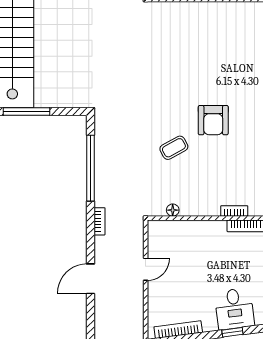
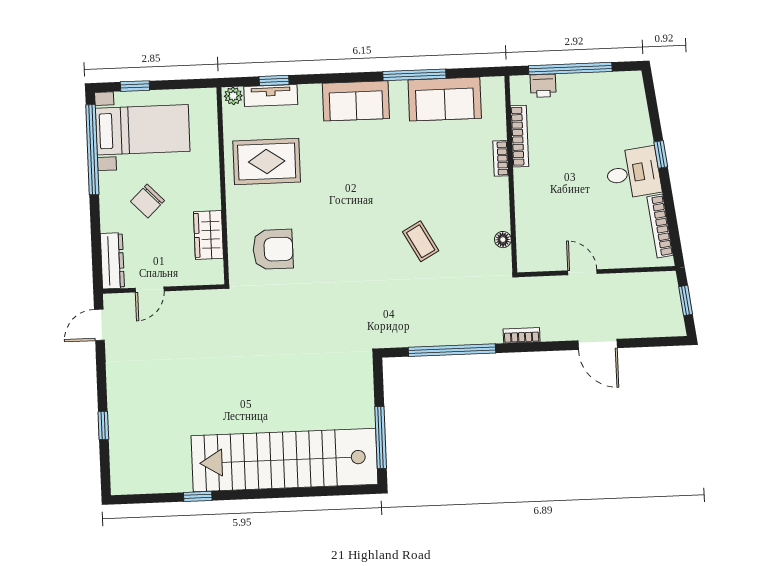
rug: (239, 34) -> (267, 162), added
armchair: (213, 120) -> (273, 249), moved
desk: (234, 309) -> (633, 173), moved

